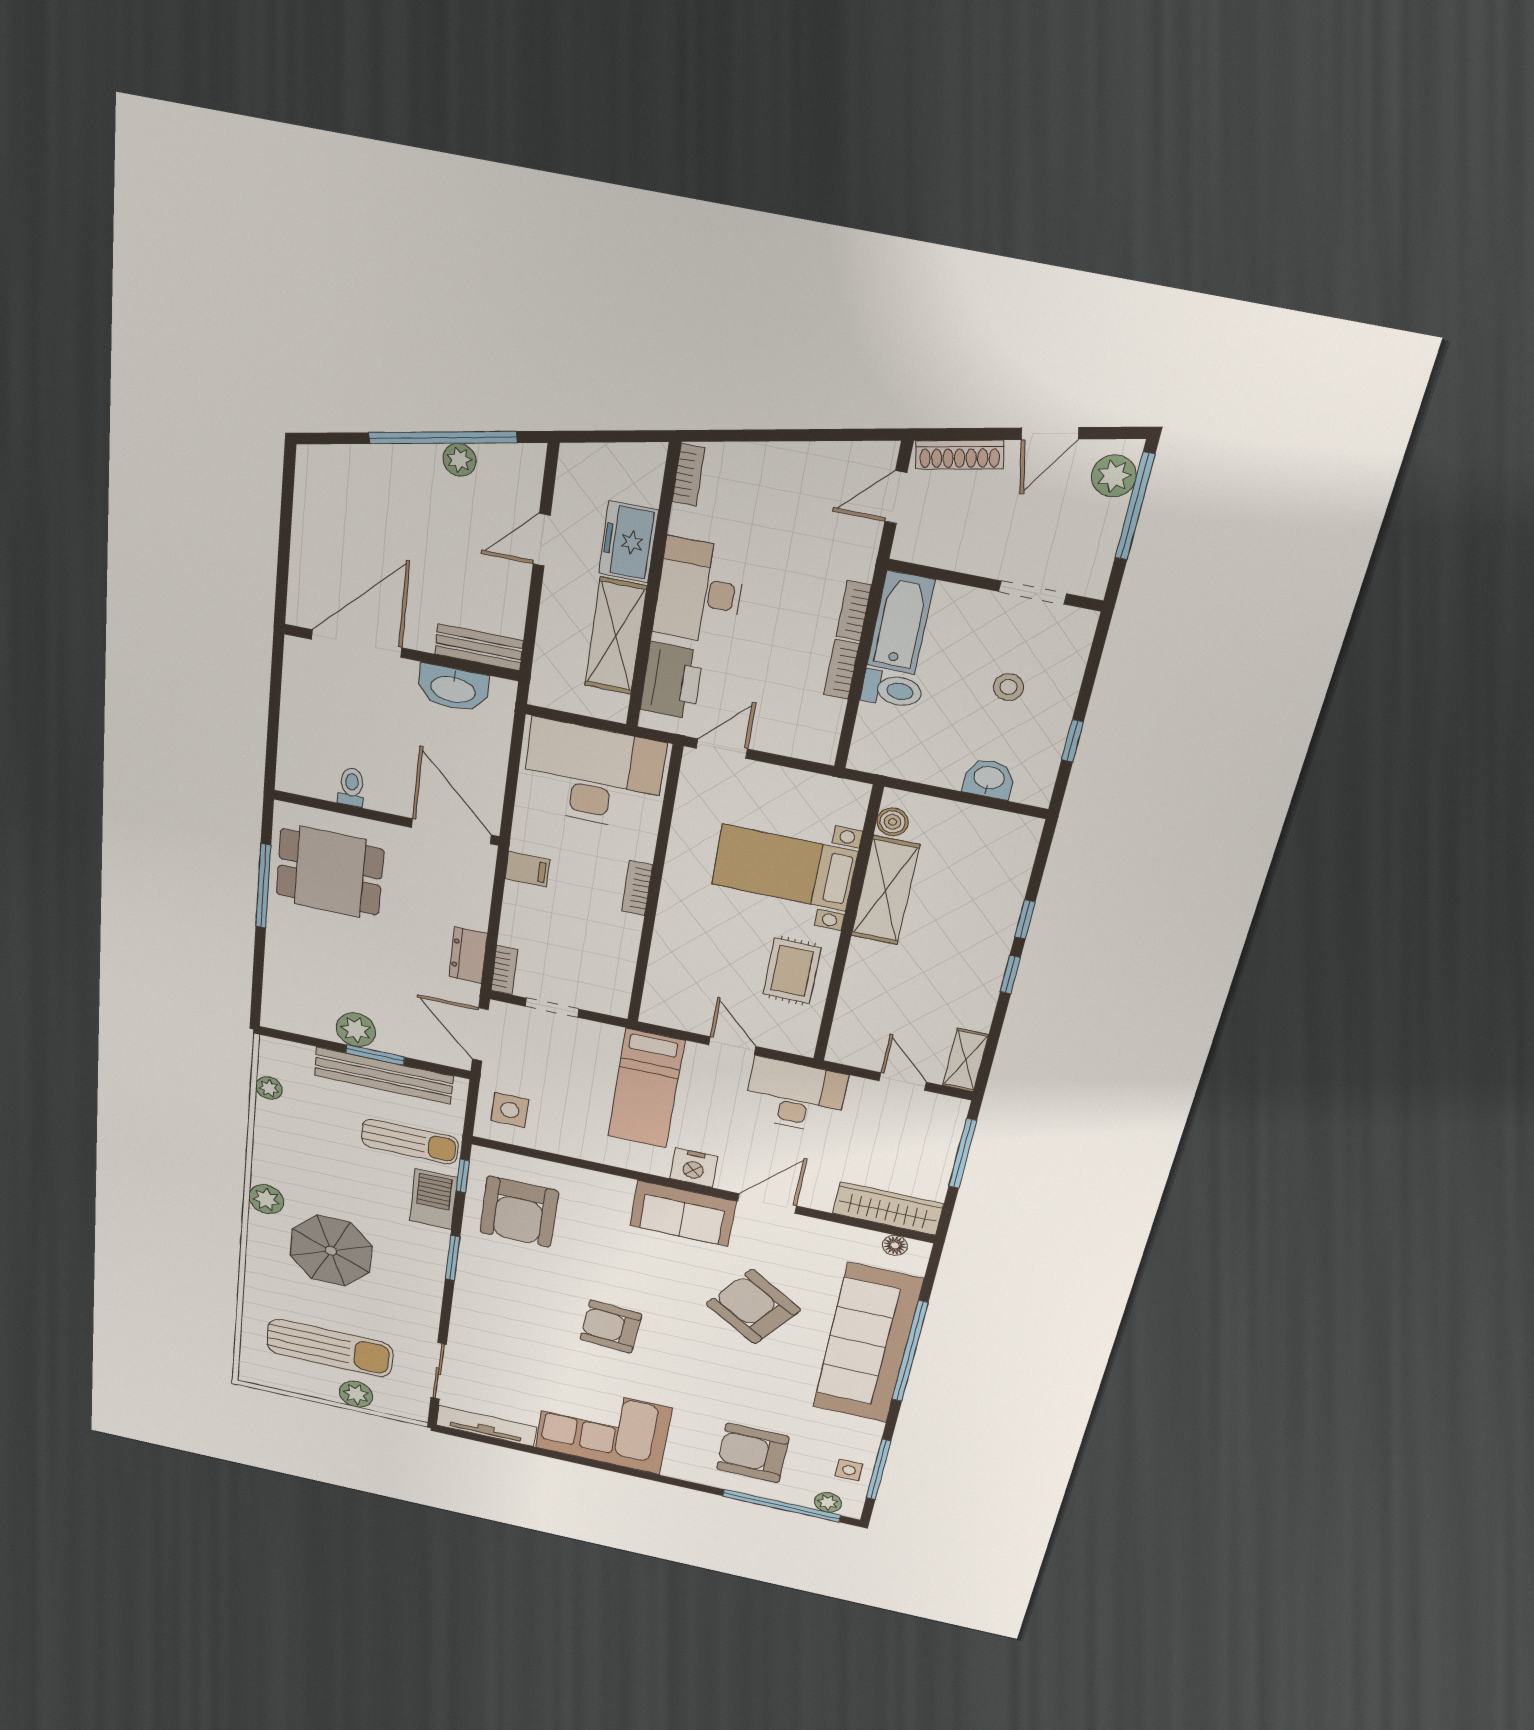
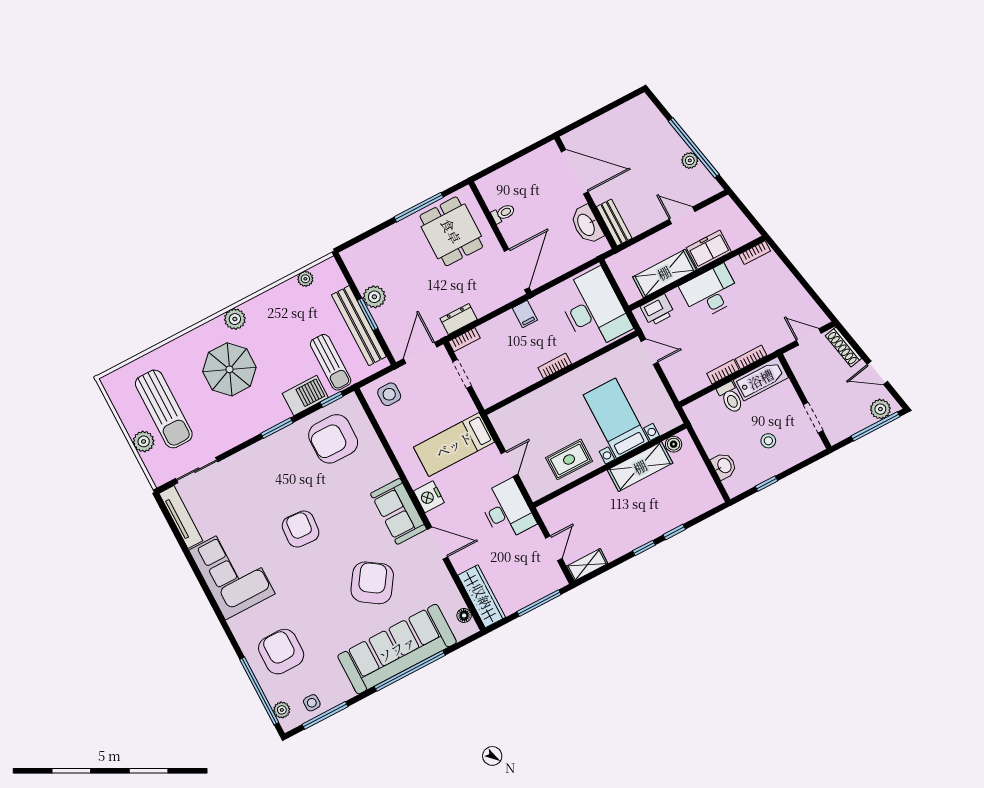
printer: (672, 681) -> (657, 310), width x0.73, depth x0.84

